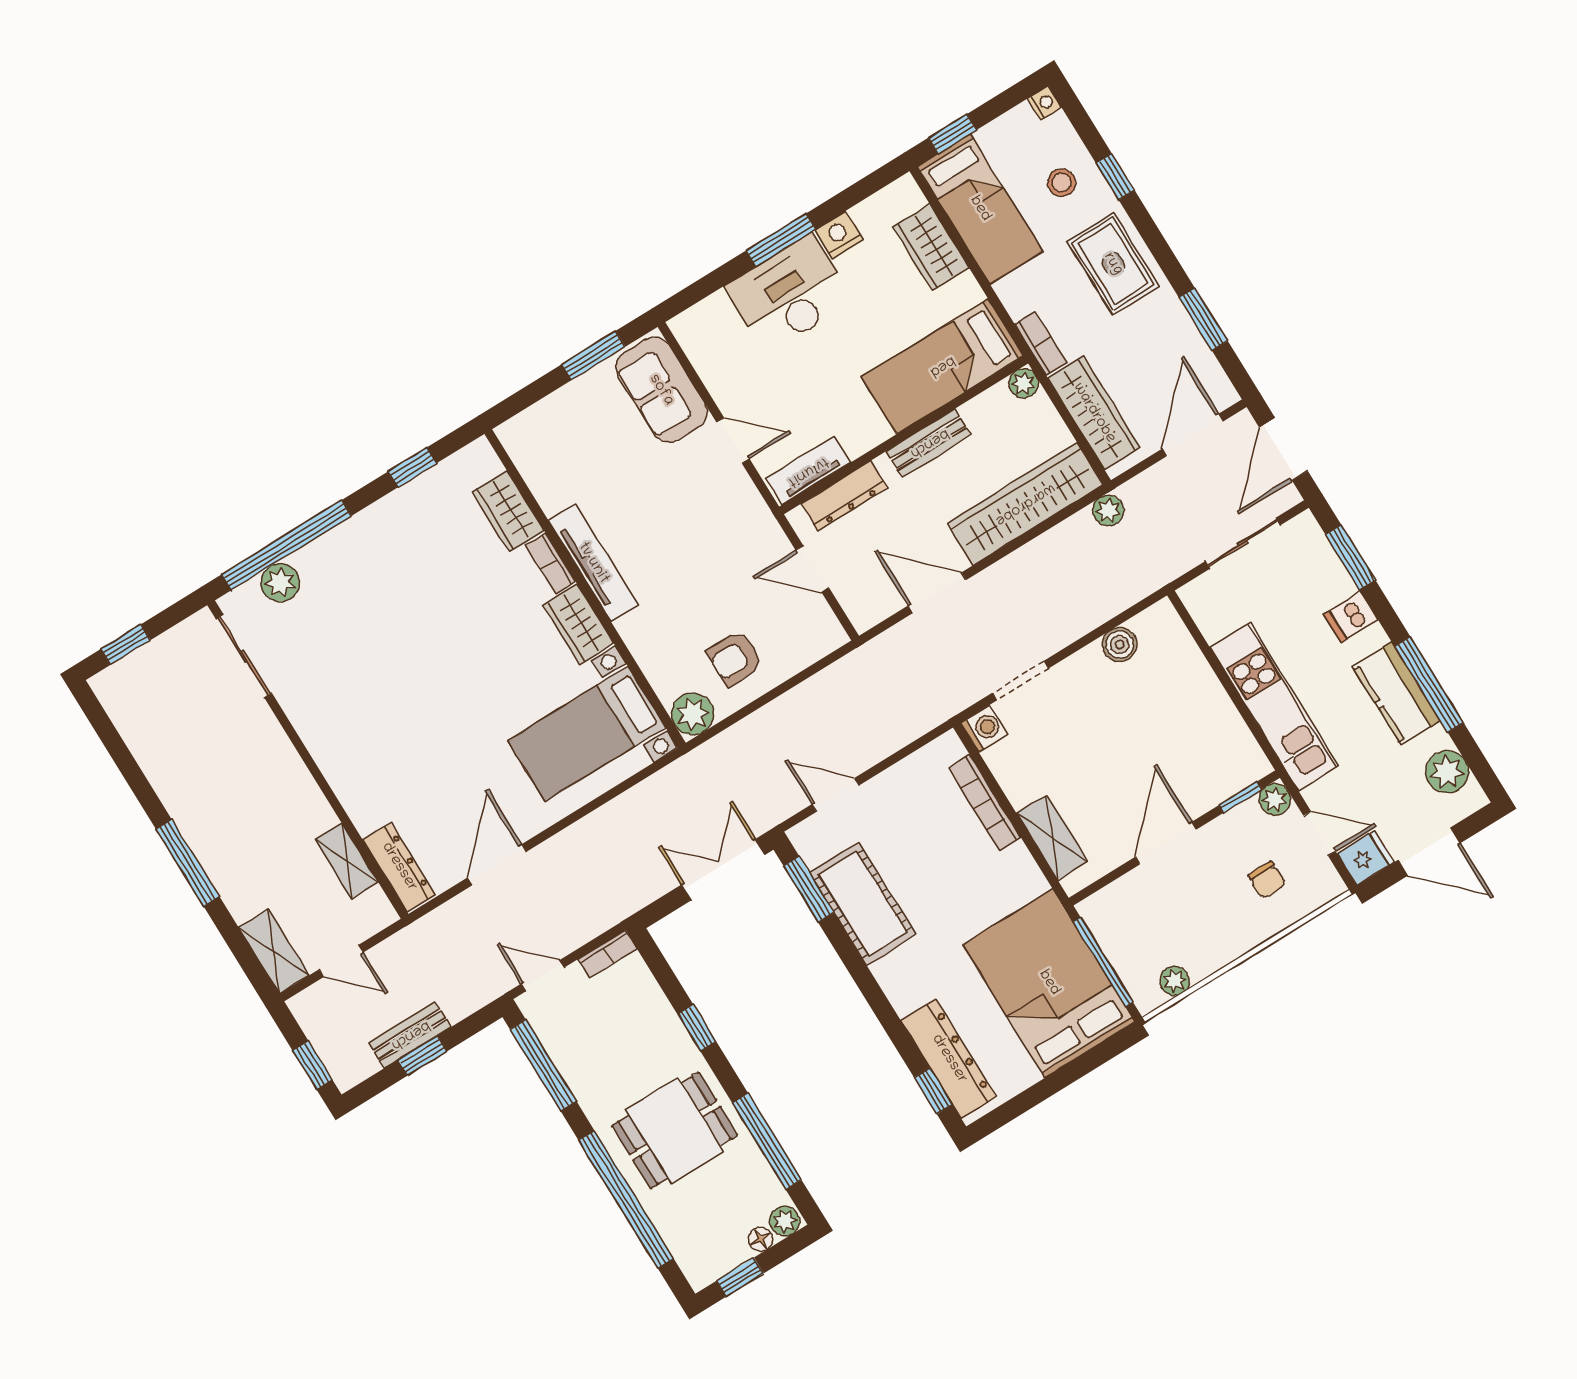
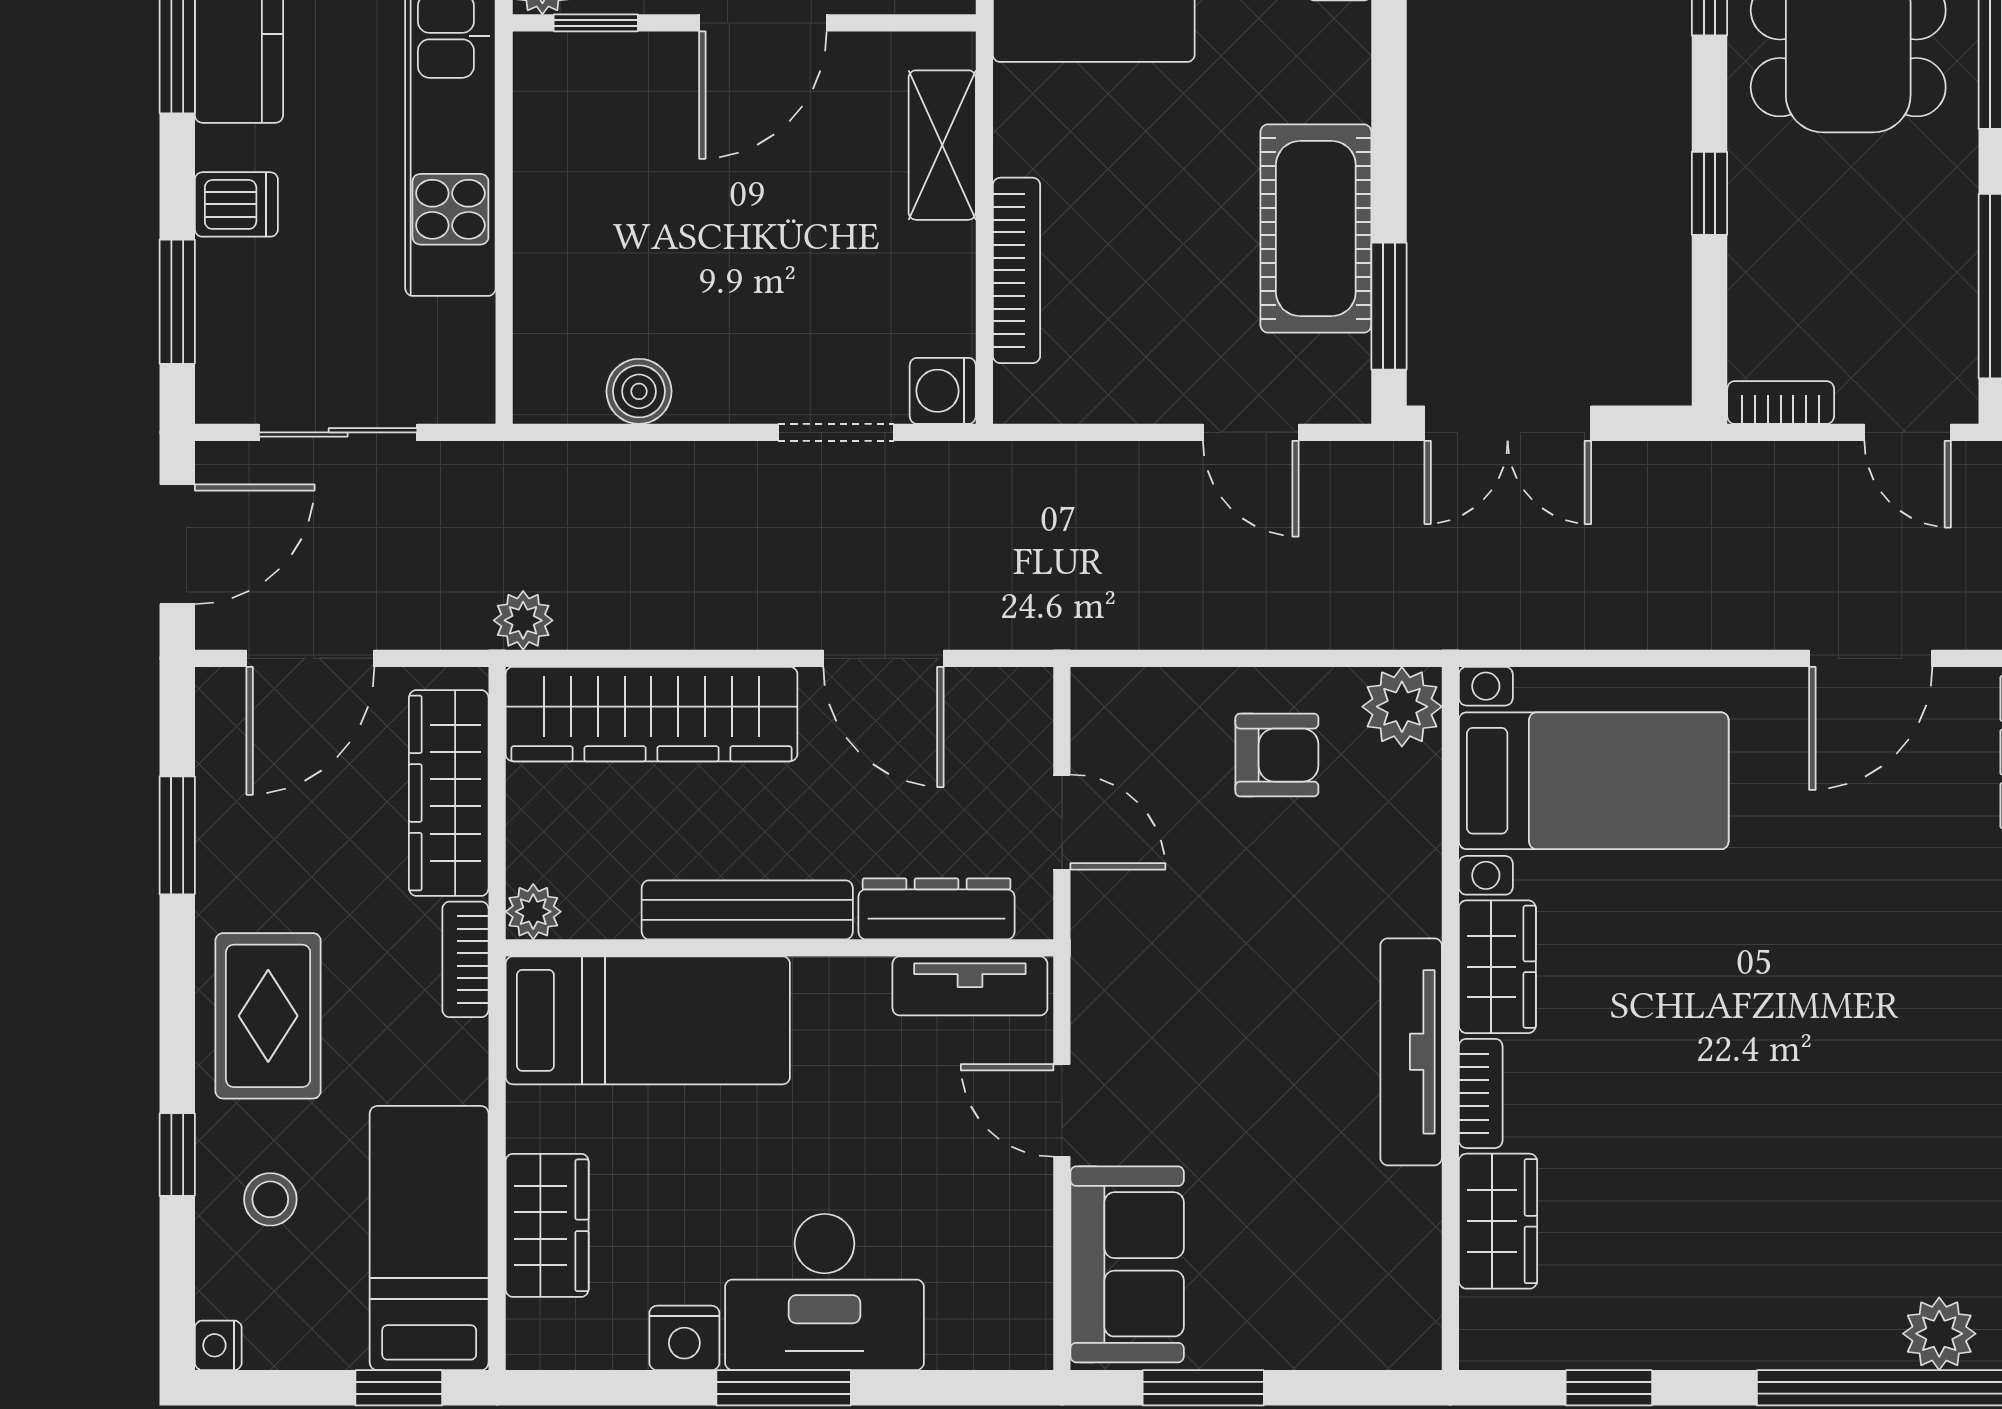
bench: (929, 443) -> (747, 910), width x1.36

